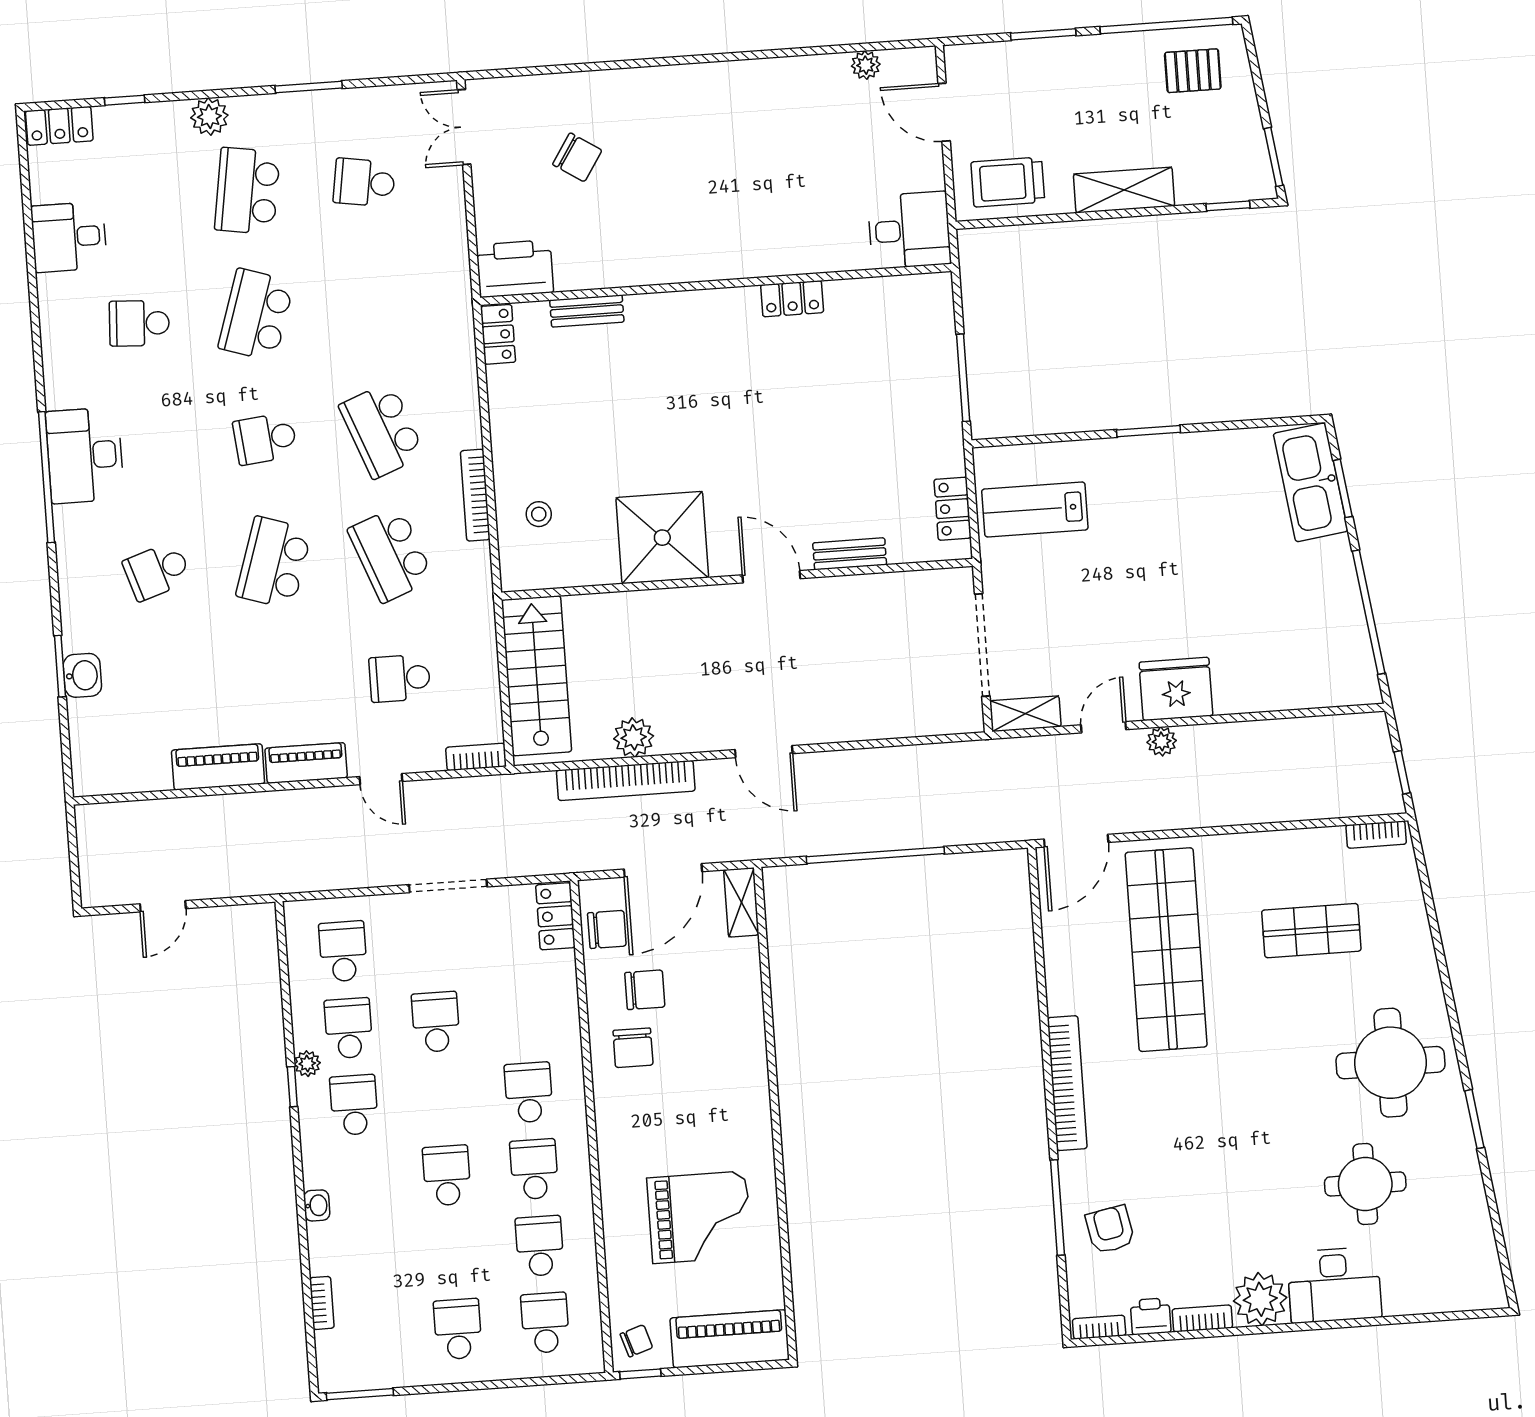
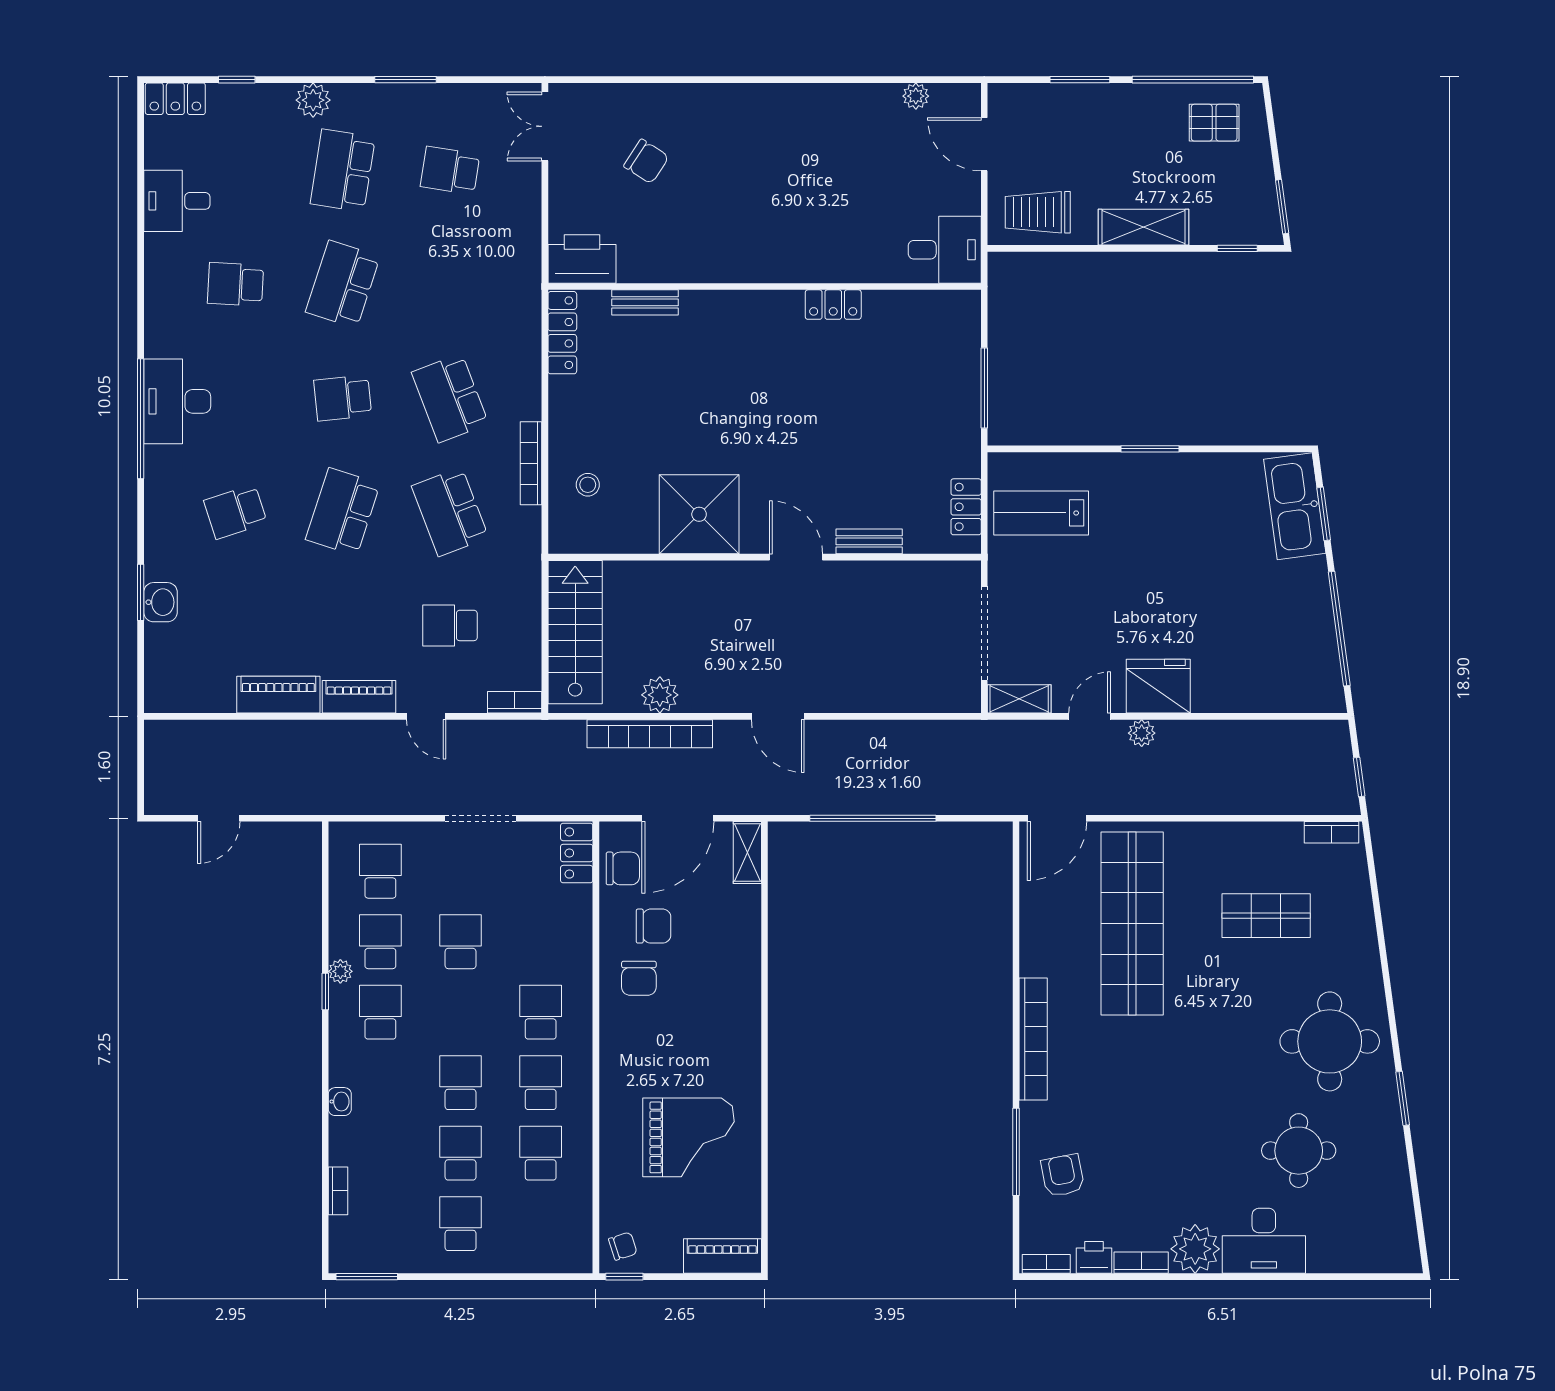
locker: (498, 334) -> (562, 333), width x1.53
school desk: (545, 1323) -> (461, 1153), moved
piano: (730, 1339) -> (722, 1256), width x0.73, depth x0.75

